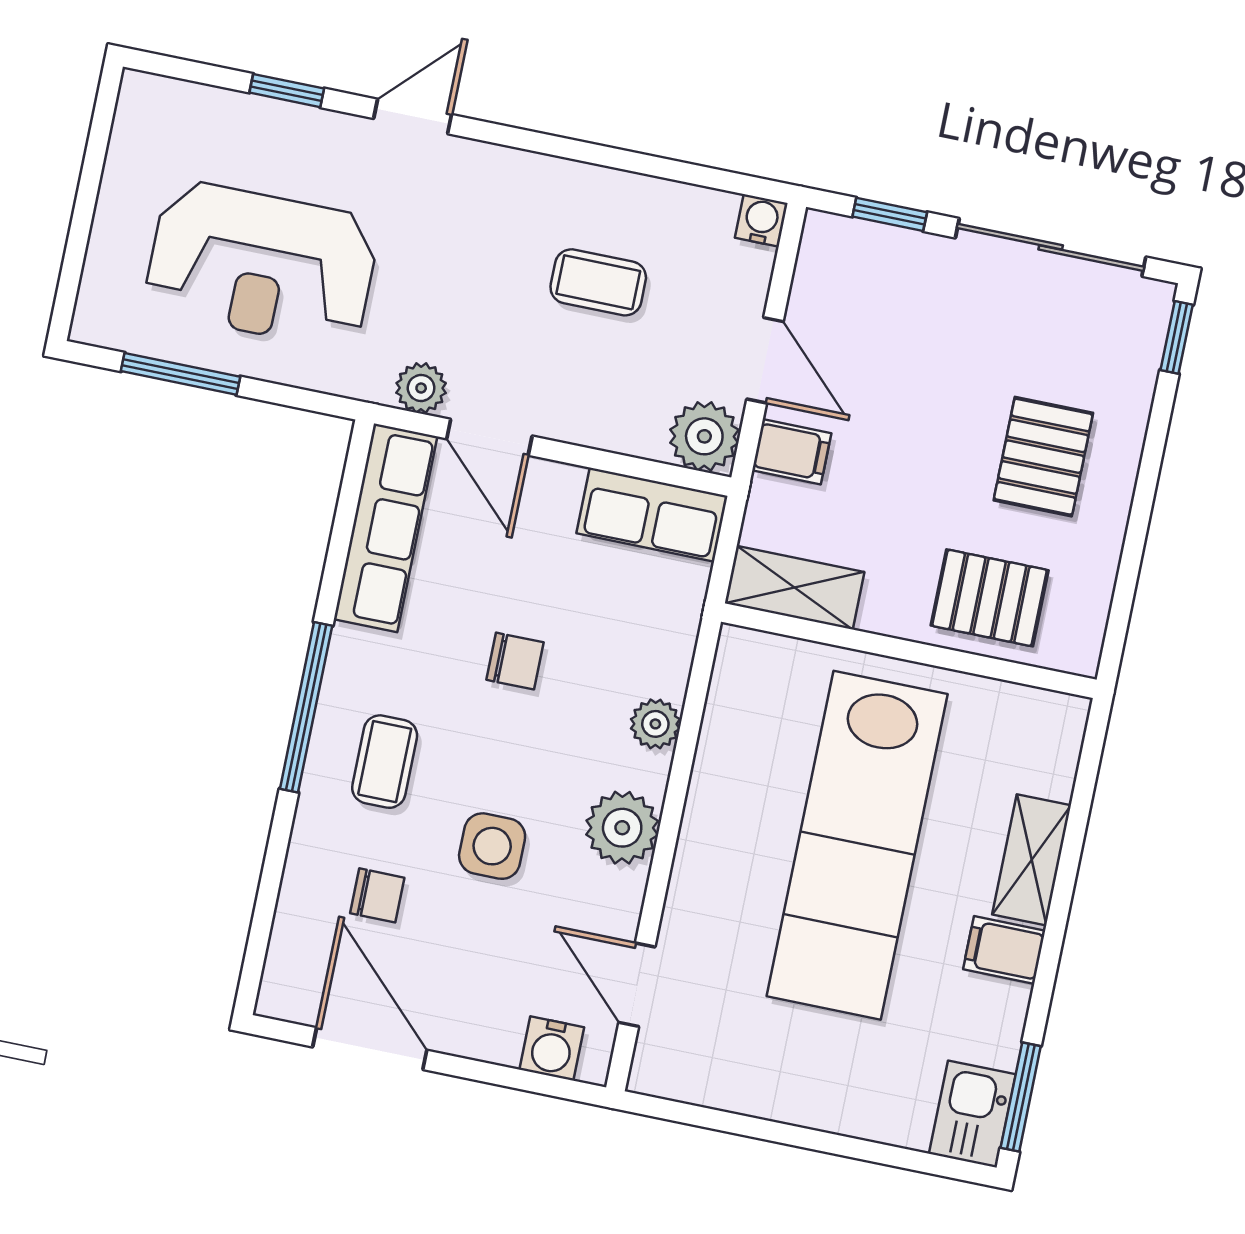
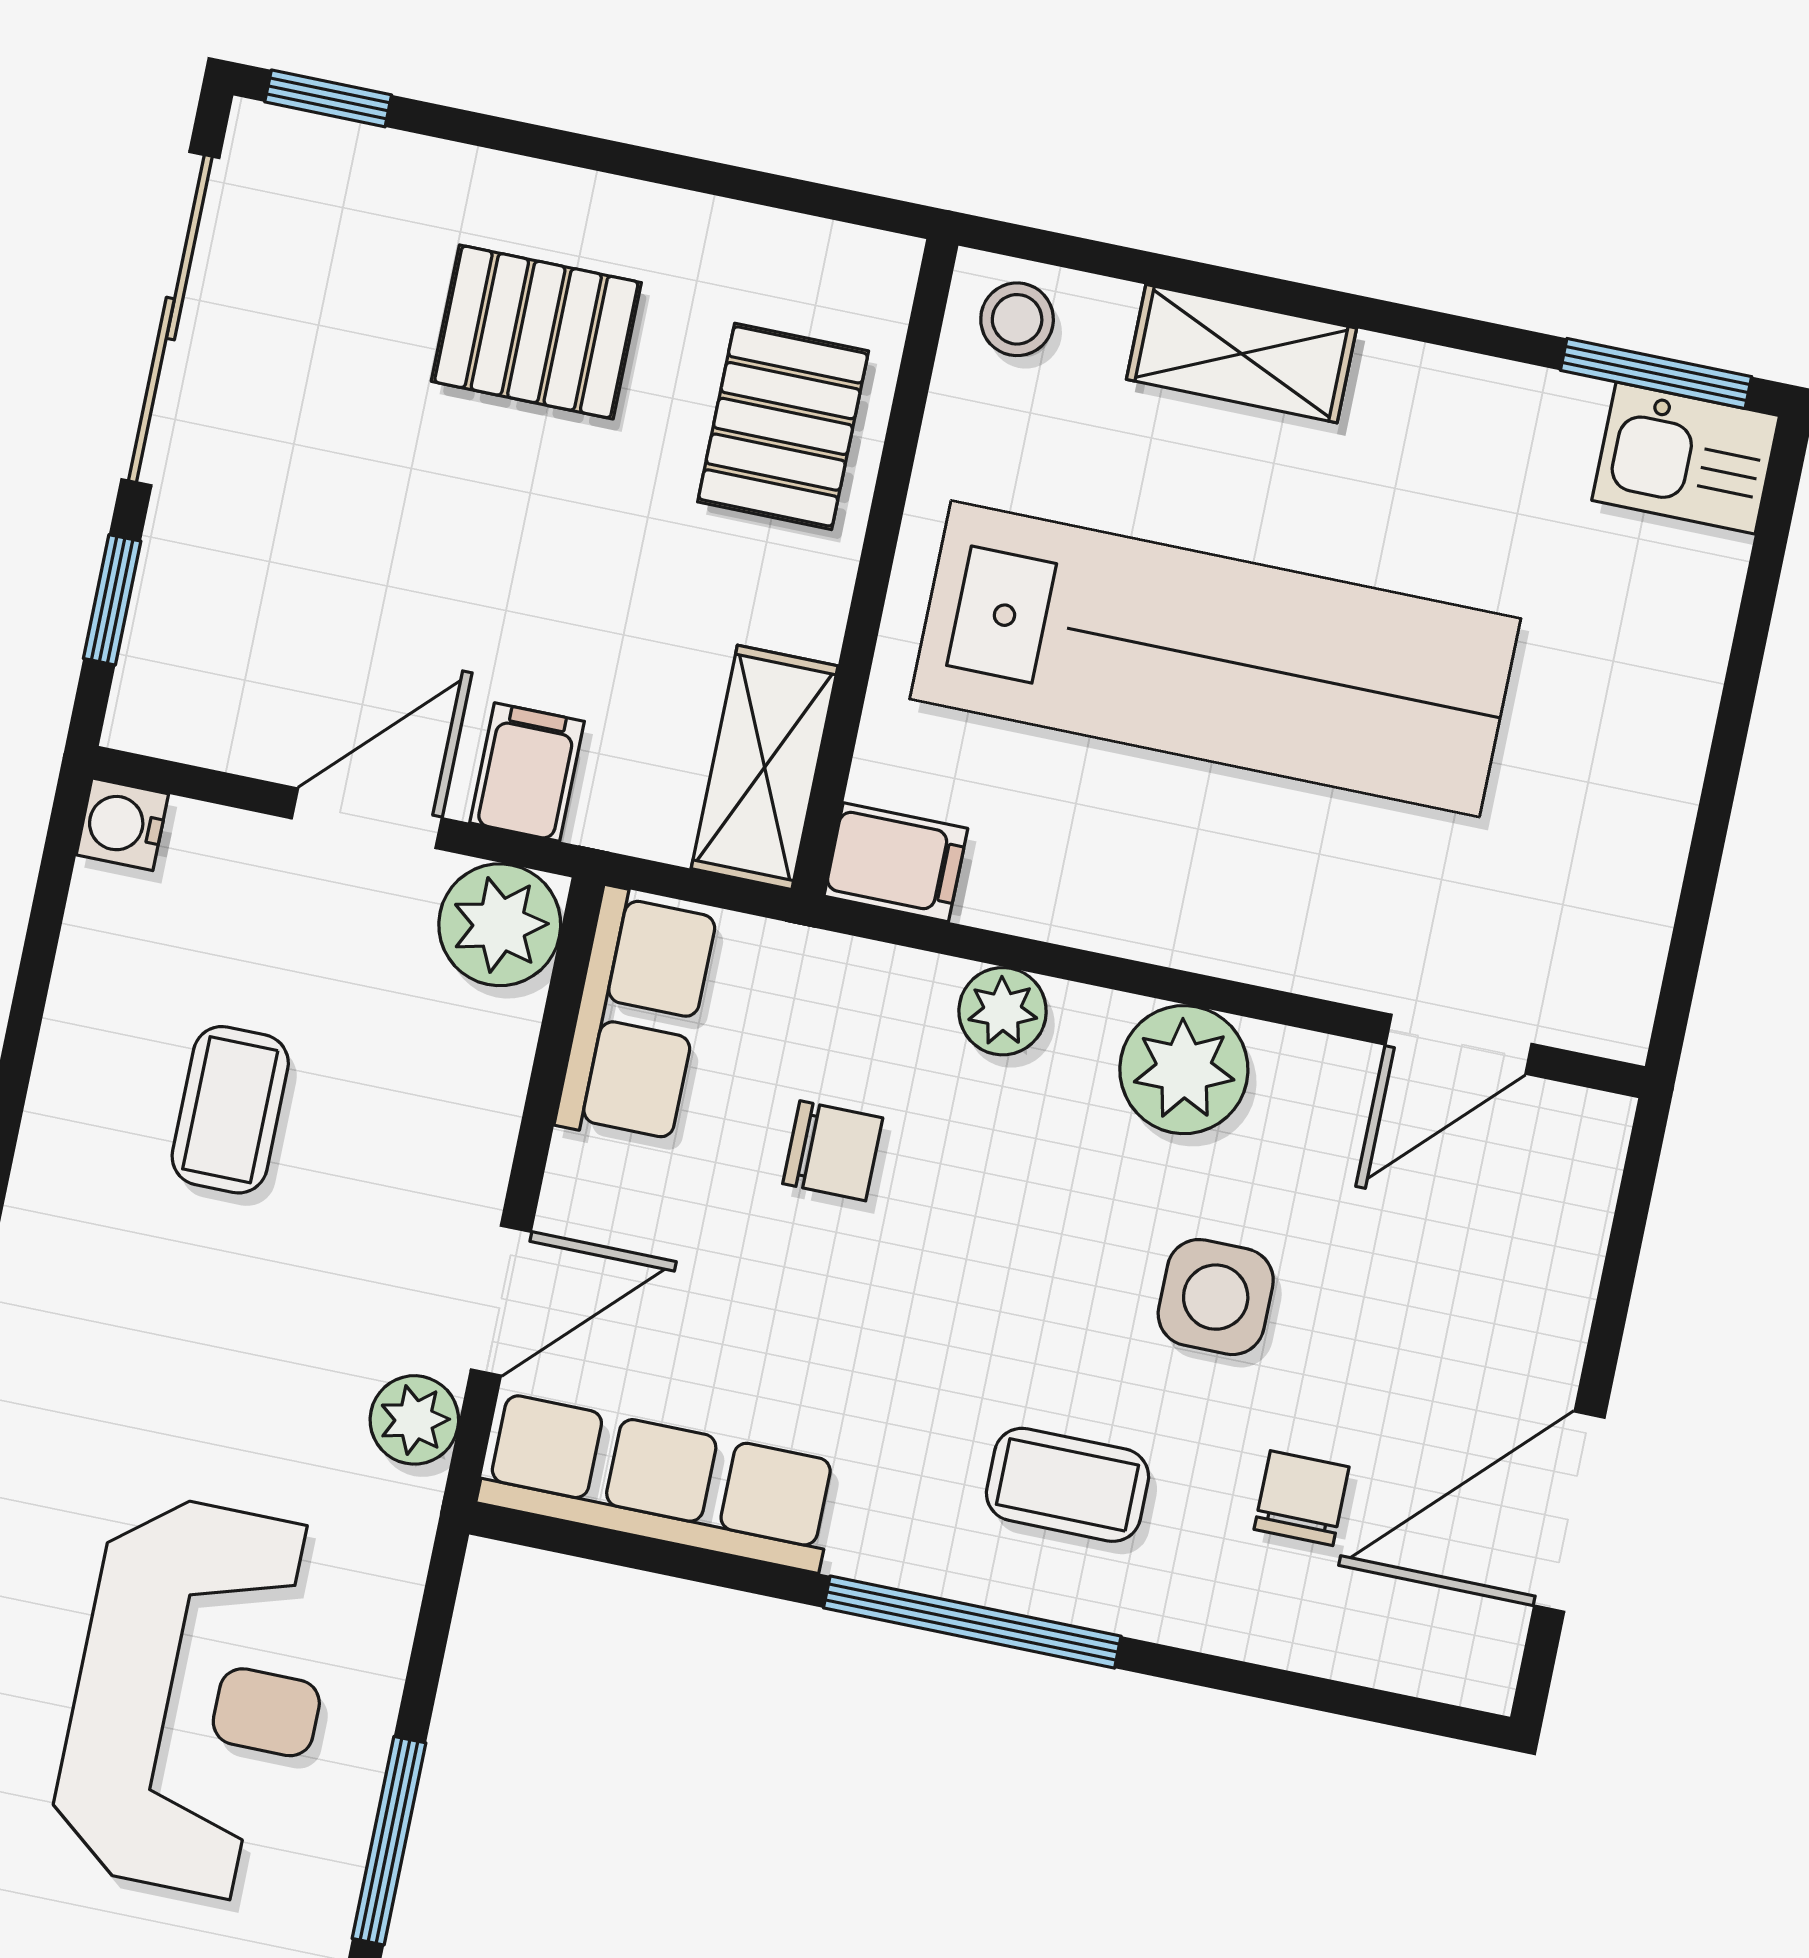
chair: (515, 661) -> (833, 1151), moved, turned 90
stool: (1051, 732) -> (1017, 319), added
filing cabinet: (1004, 950) -> (896, 862), moved, turned -90
water cooler: (552, 1048) -> (1570, 1193), removed

